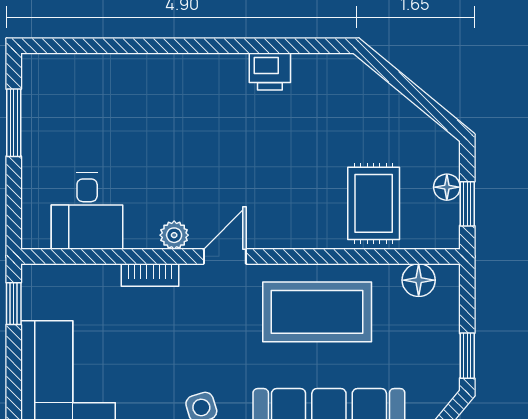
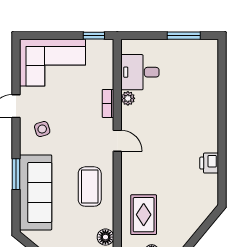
rug: (374, 203) -> (144, 215), turned 90
plant: (174, 235) -> (128, 98), moved
coffee table: (317, 312) -> (90, 187), width x0.73, depth x0.76

